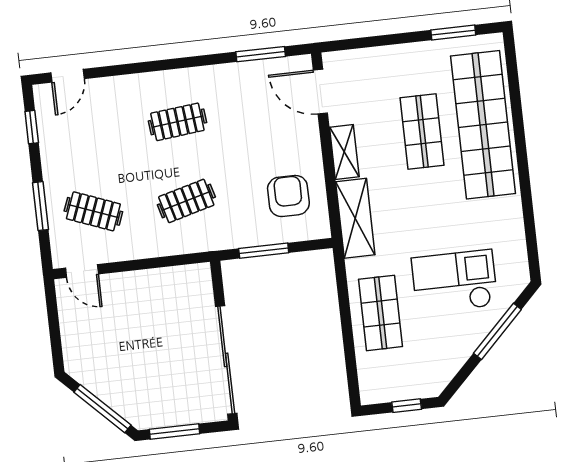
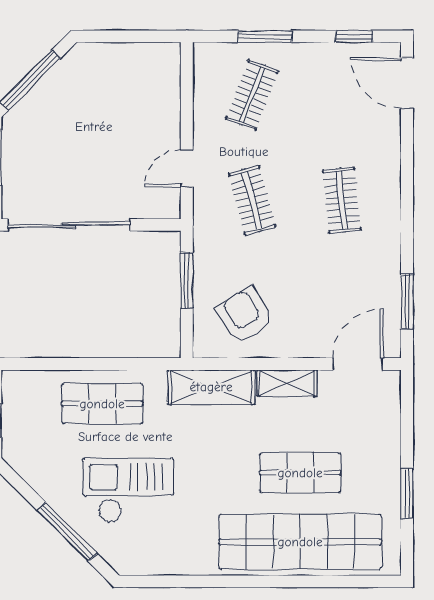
window: (453, 33) -> (407, 494), moved
door: (68, 76) -> (407, 83), width x1.38
armchair: (288, 196) -> (245, 315), turned -122
door: (82, 271) -> (187, 168), moved
checkout: (455, 282) -> (128, 490), turned -90

